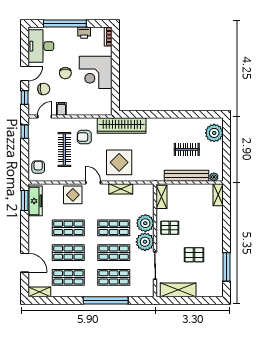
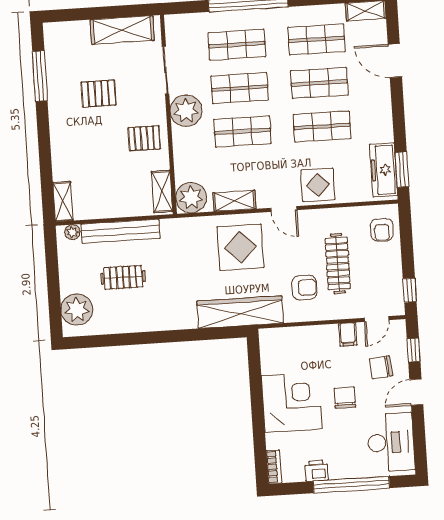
plant: (145, 223) -> (191, 198), moved

